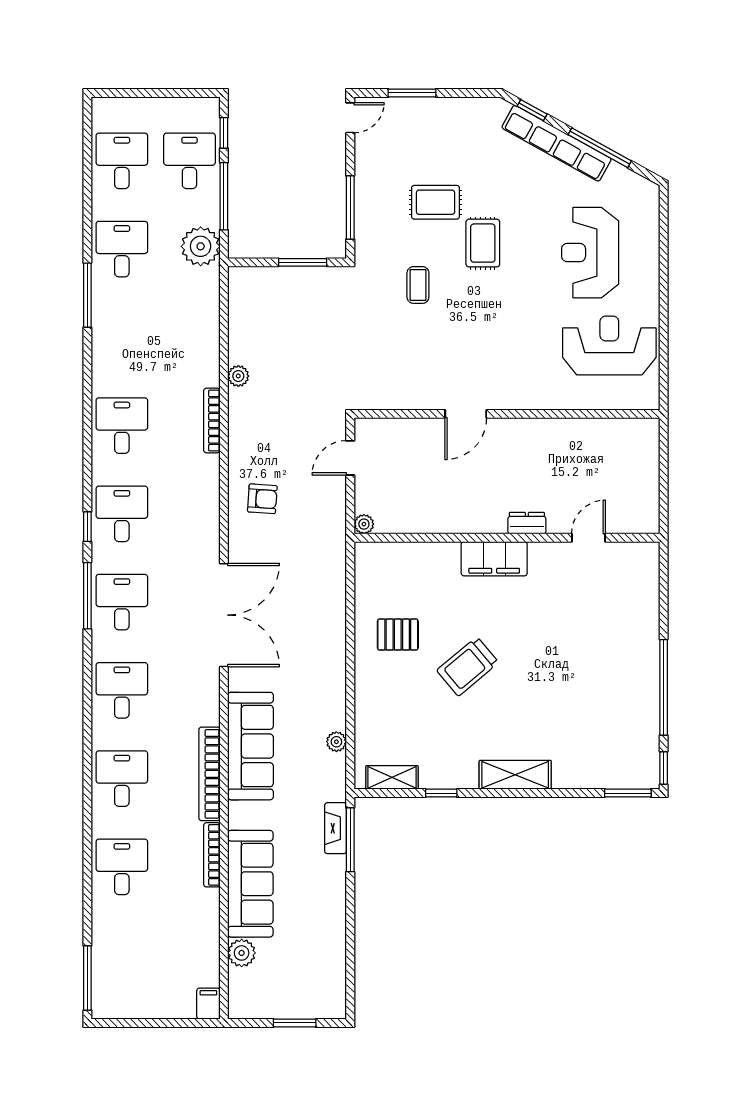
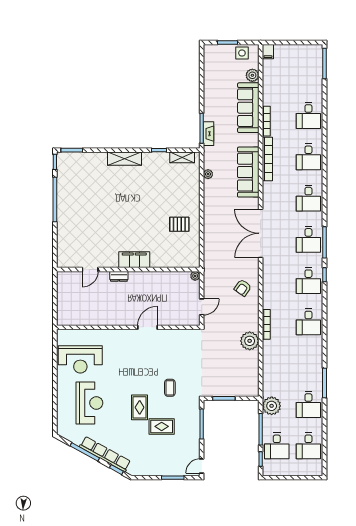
plant: (238, 376) -> (250, 341), width x1.88, depth x1.88
armchair: (262, 499) -> (243, 288), turned -59
trolley: (468, 666) -> (147, 209), removed
side table: (264, 1001) -> (242, 53), added

